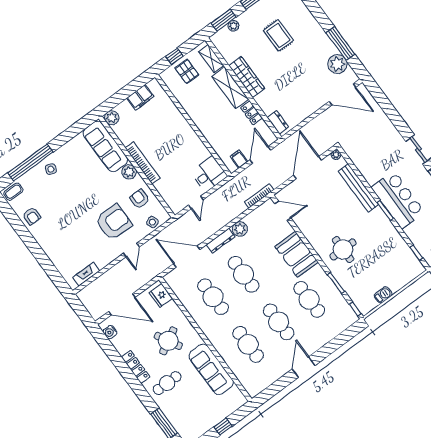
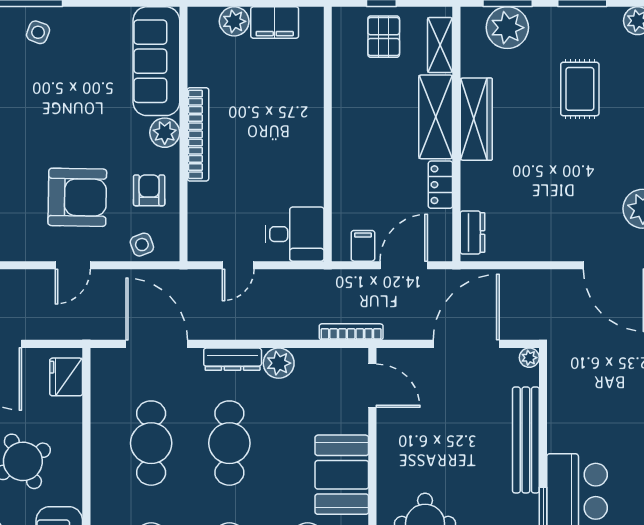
plant: (234, 26) -> (507, 28), width x1.88, depth x1.88
plant: (112, 118) -> (234, 21), moved

